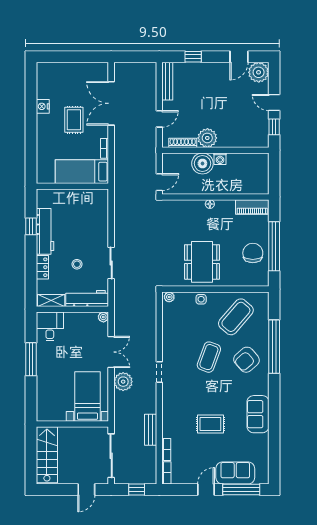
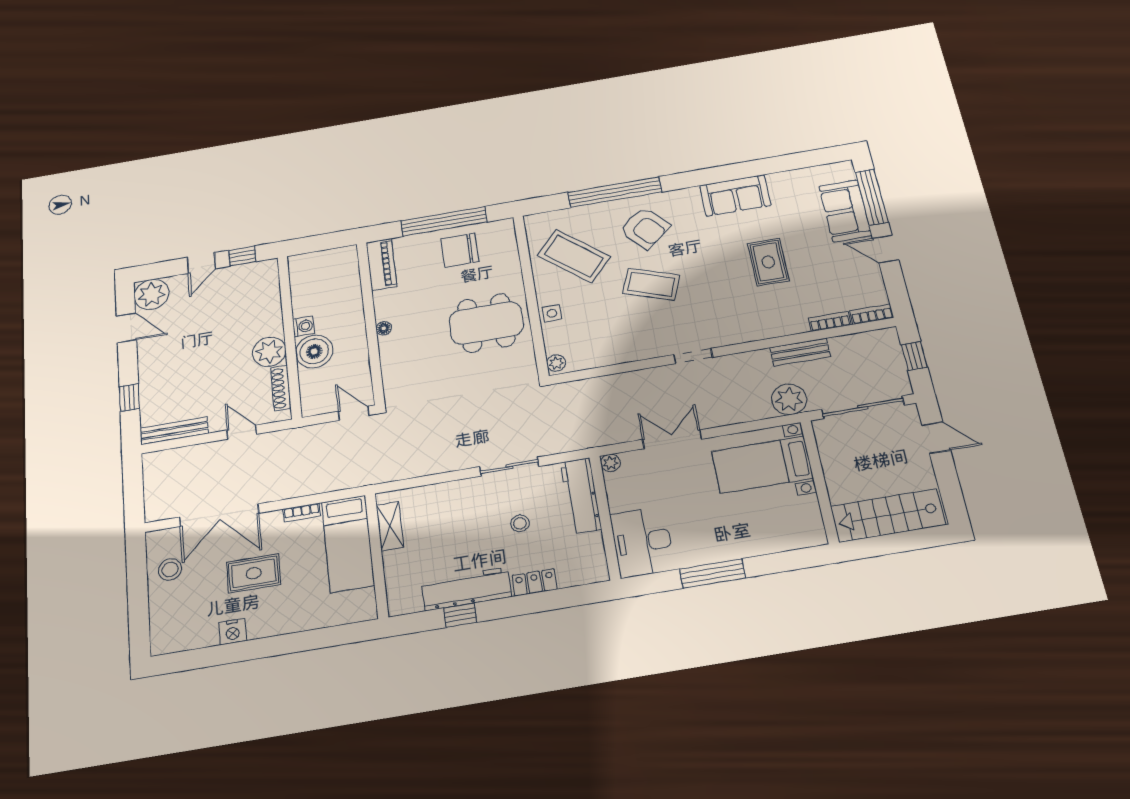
stool: (84, 75) -> (170, 569), added
shelving: (51, 300) -> (390, 526), moved
desk: (50, 326) -> (642, 542), width x1.37
plant: (123, 382) -> (789, 399), moved

